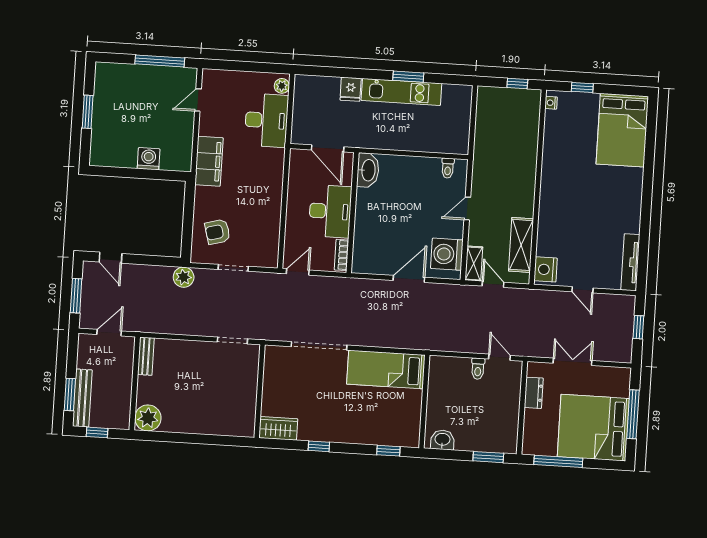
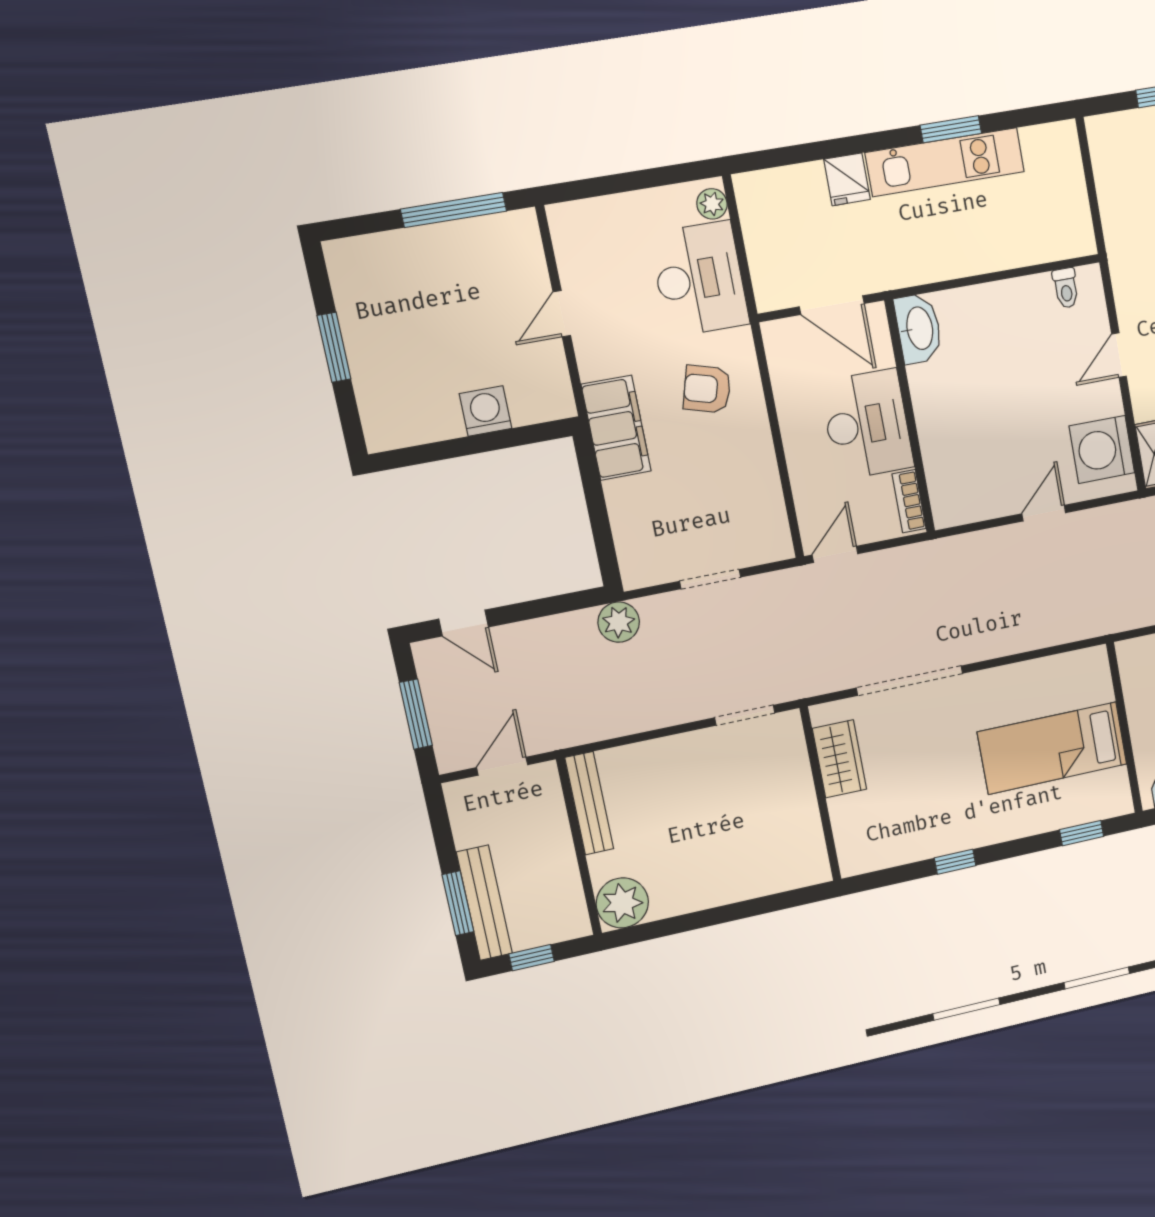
door: (198, 100) -> (562, 314), moved
filing cabinet: (209, 161) -> (616, 428), moved
armchair: (218, 232) -> (707, 389), moved, turned 31
door: (409, 279) -> (1044, 513), width x0.73
bench: (146, 356) -> (589, 803), width x1.36
bed: (386, 369) -> (1052, 748), moved
wardrobe: (278, 428) -> (839, 759), moved, turned 90

